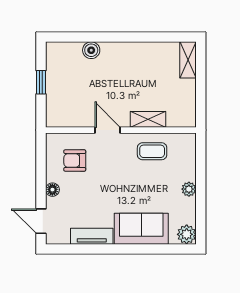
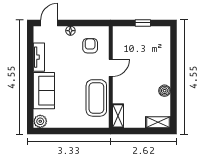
boiler: (91, 50) -> (165, 91), moved
shelving: (148, 119) -> (118, 116), moved
coffee table: (152, 151) -> (96, 98), width x1.86, depth x1.72
plant: (189, 189) -> (71, 123), removed

